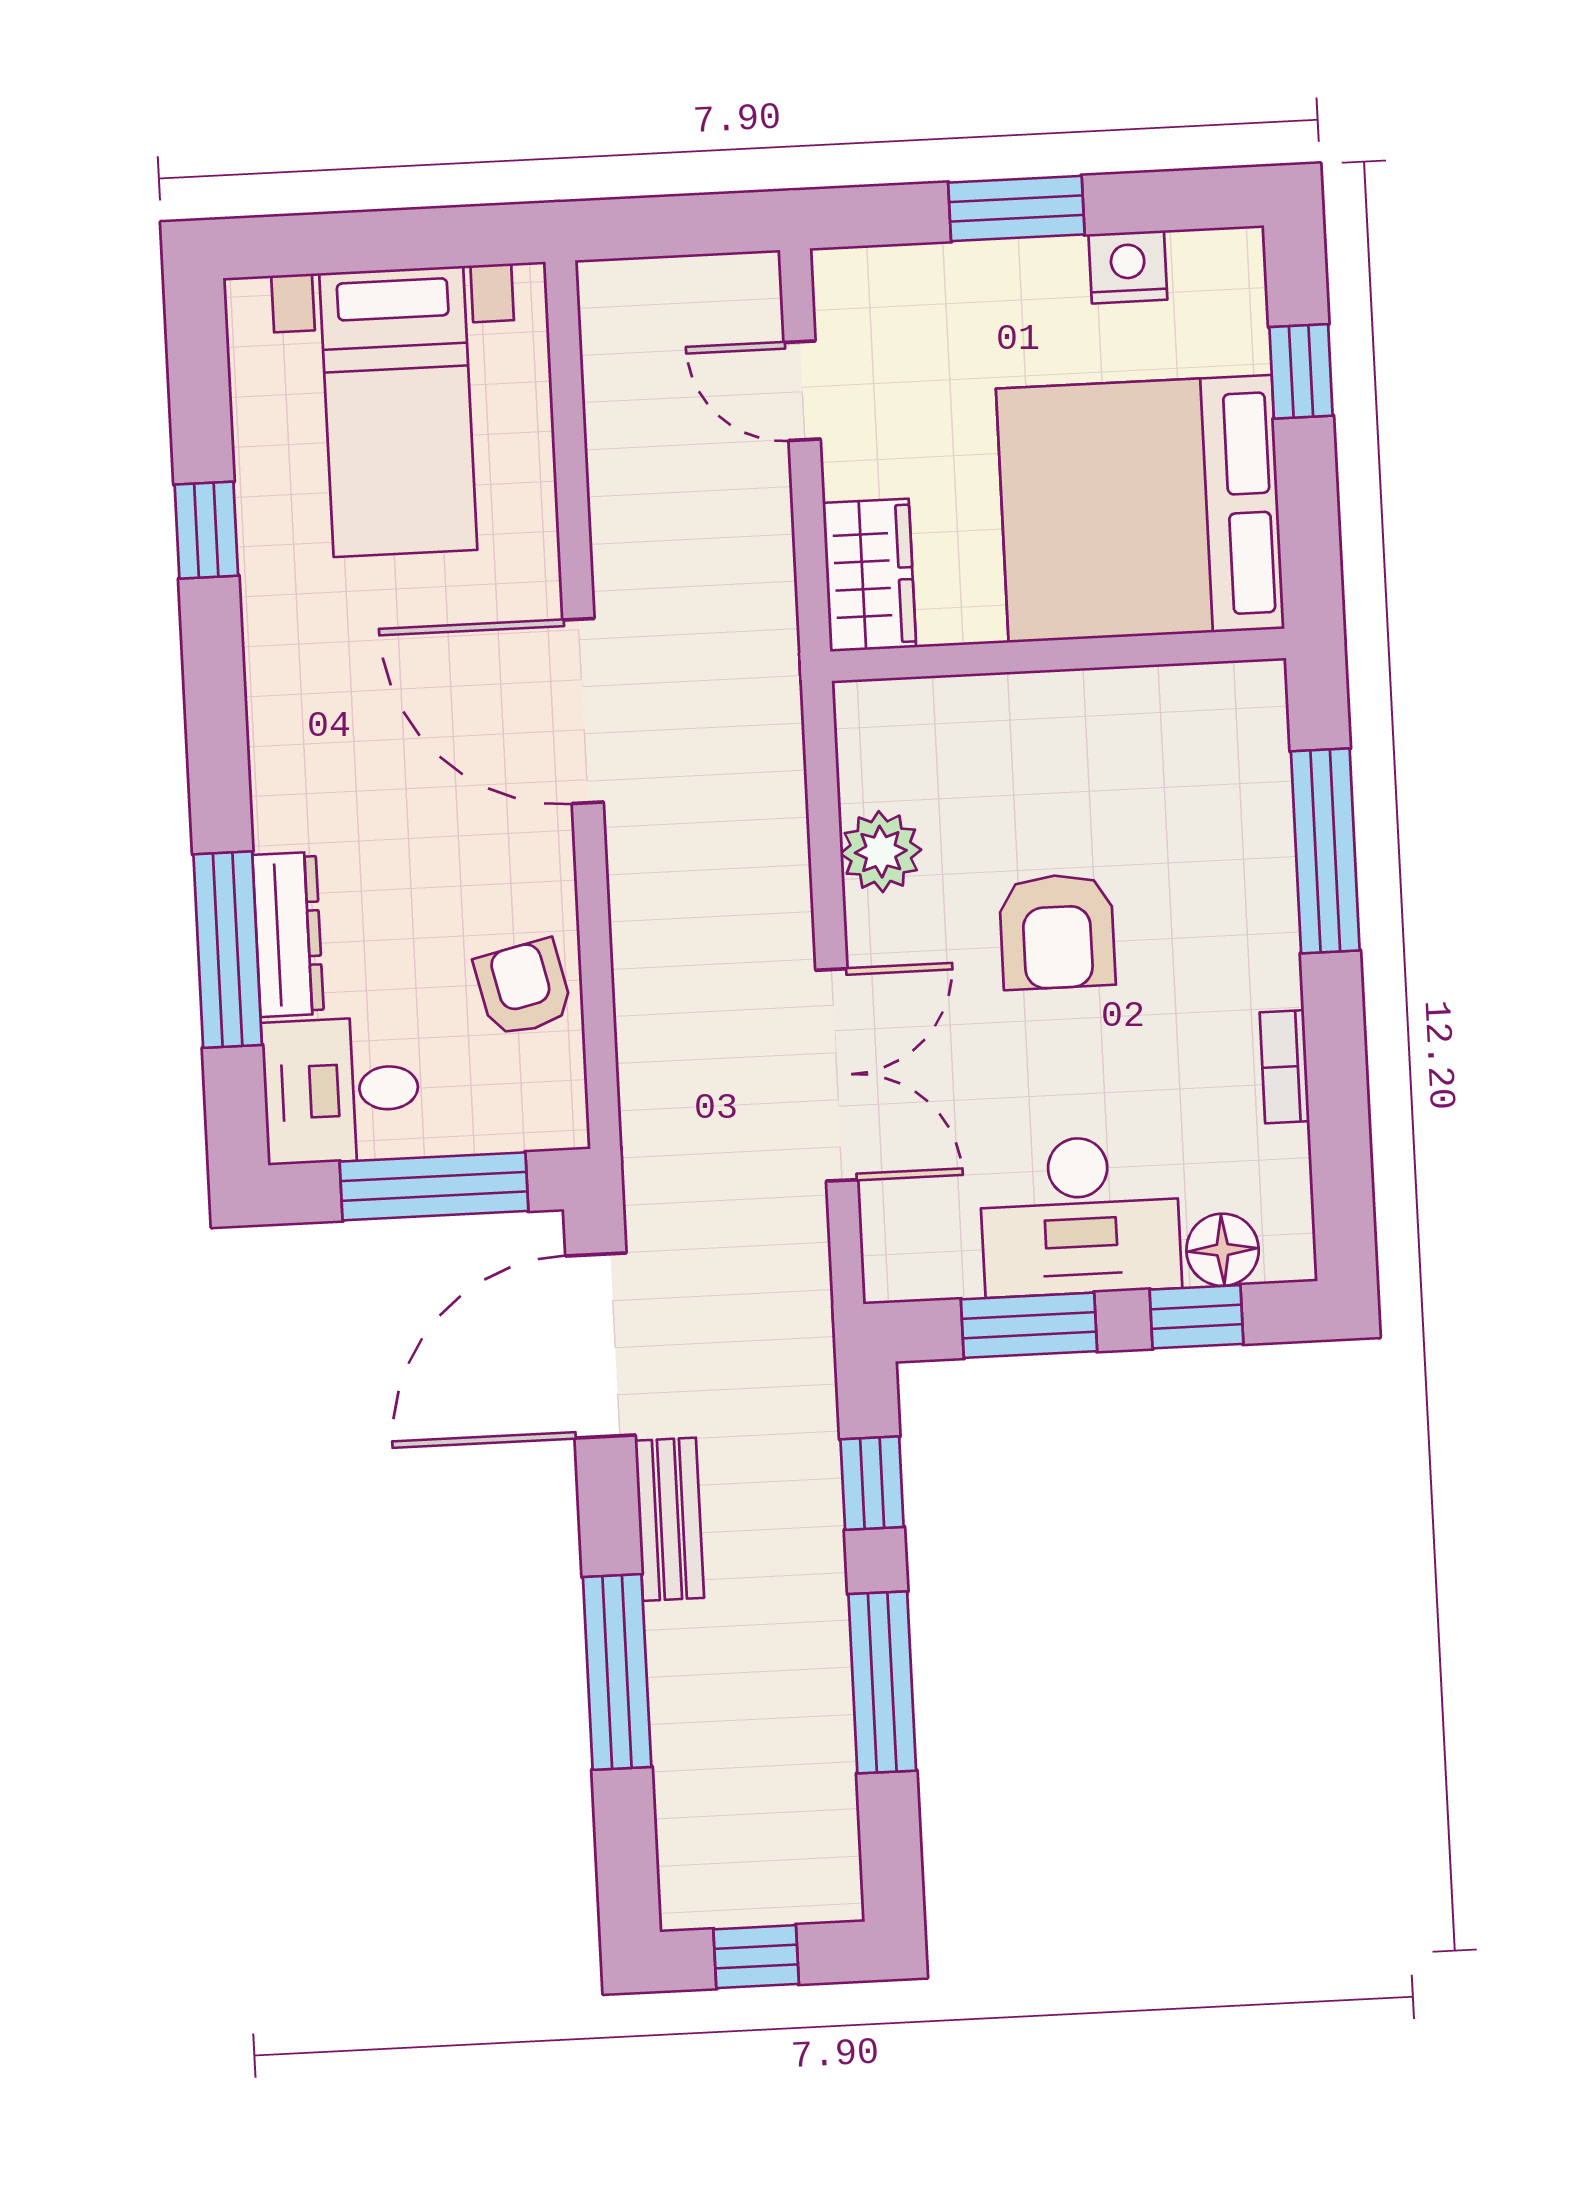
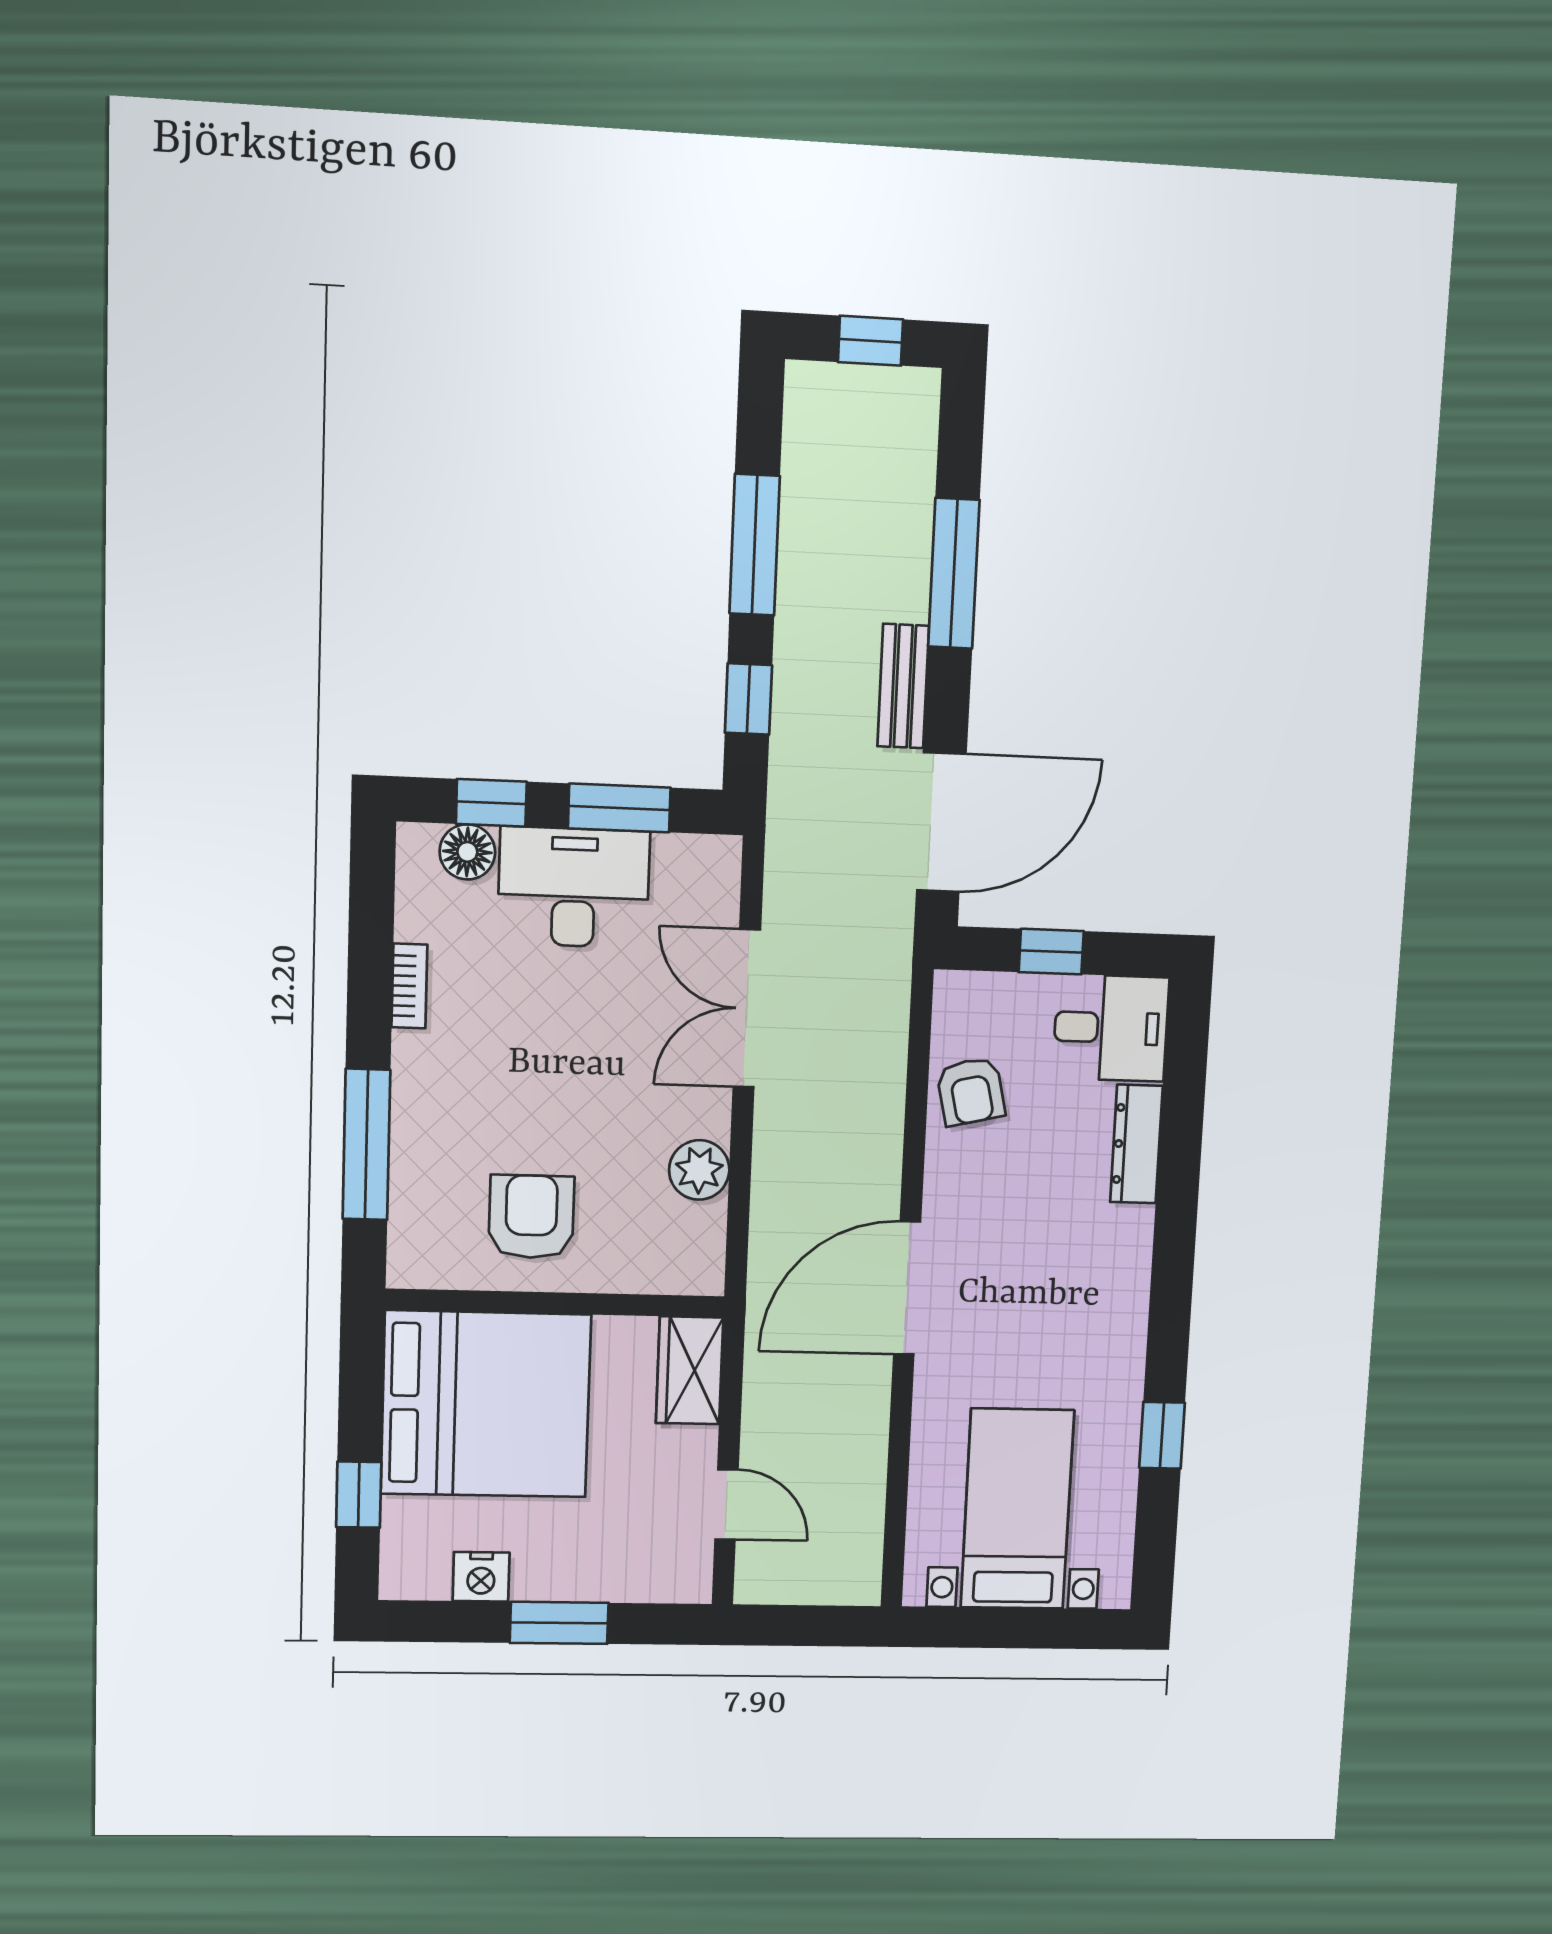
door: (583, 711) -> (907, 1288), swing flipped
armchair: (1057, 932) -> (531, 1217), moved
window: (228, 950) -> (1181, 1137), removed
window: (434, 1186) -> (1051, 952), width x0.46

